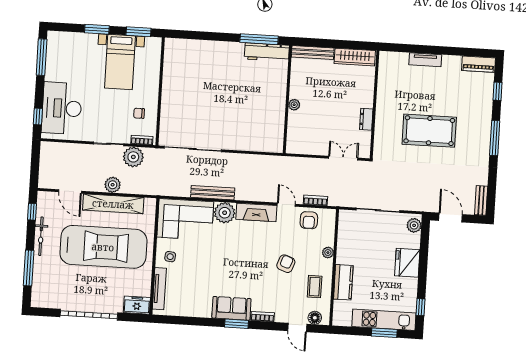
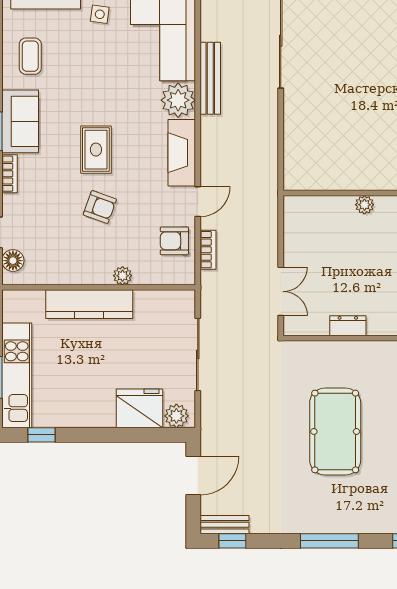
window: (491, 196) -> (232, 541), added
fridge: (407, 263) -> (140, 408), moved
rug: (251, 264) -> (96, 150), added
kitchen counter: (343, 282) -> (89, 304), width x1.50
coffee table: (315, 287) -> (30, 56), moved, turned 90

